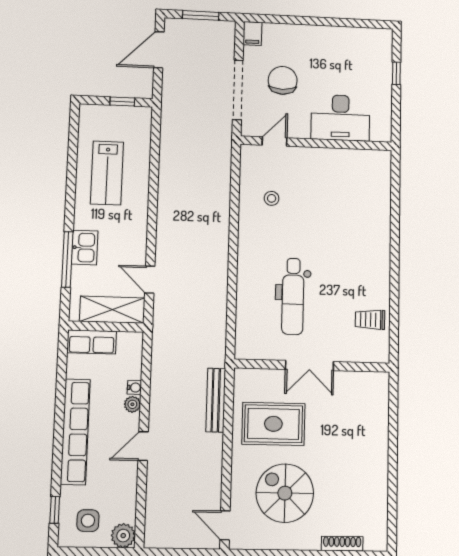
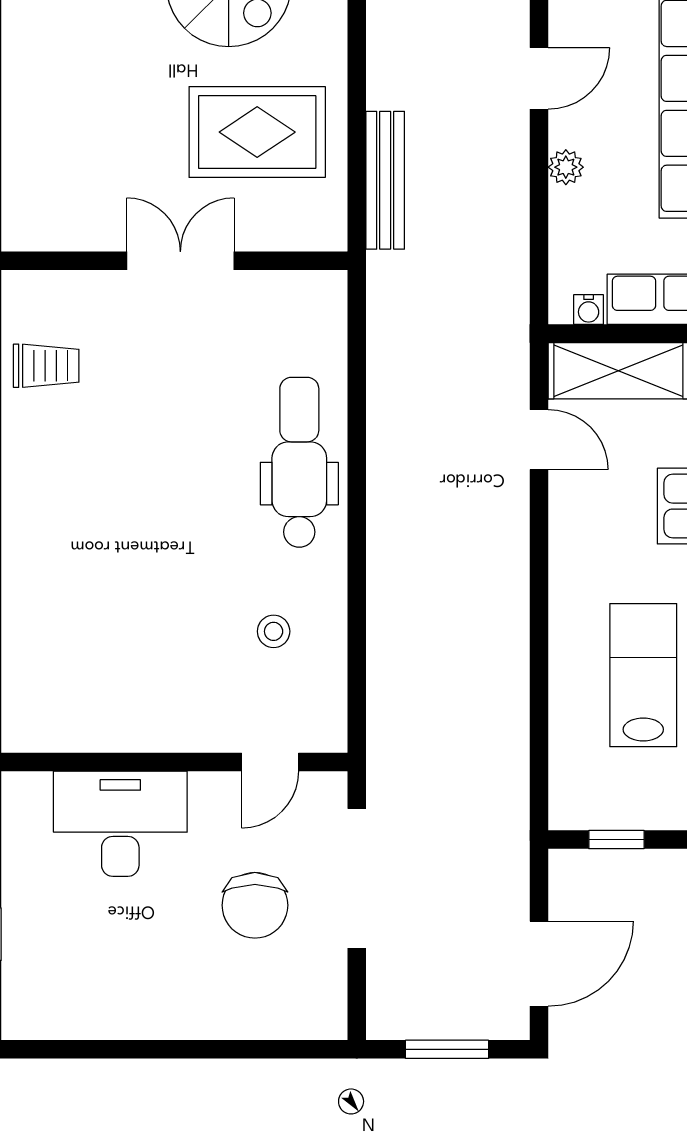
filing cabinet: (253, 34) -> (327, 1012), removed
dental chair: (293, 296) -> (299, 462), moved
water cooler: (134, 387) -> (589, 310), moved, turned -90

